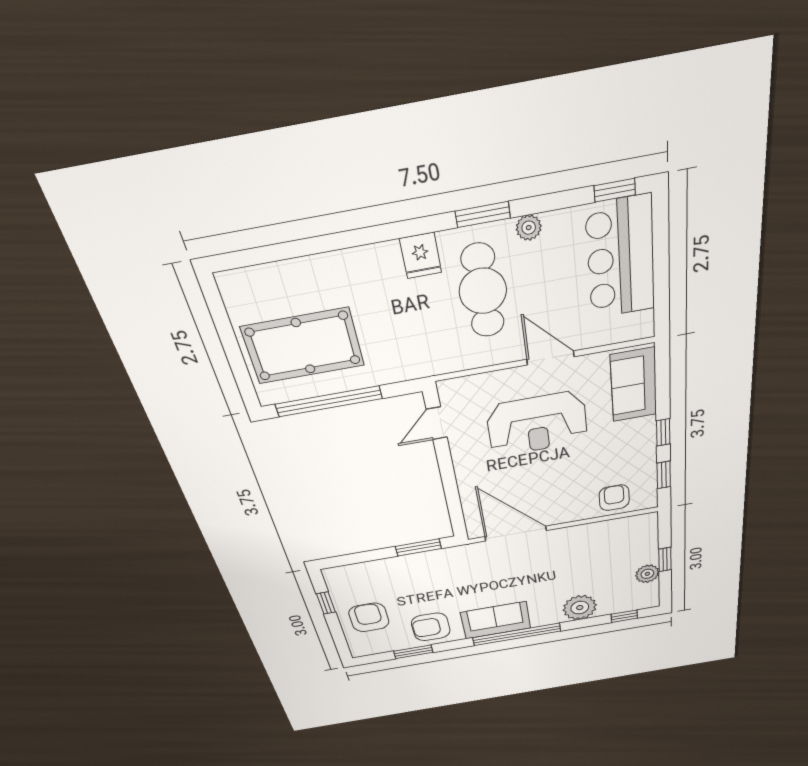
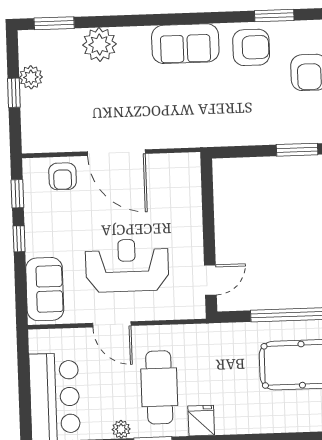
door: (516, 534) -> (116, 153), moved
window: (418, 547) -> (297, 150), moved
window: (624, 616) -> (54, 23), width x1.50
window: (517, 634) -> (166, 19), removed

